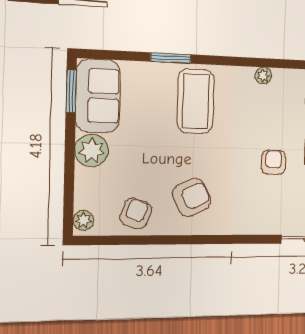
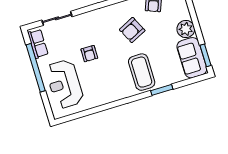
plant: (263, 75) -> (110, 98), removed
armchair: (192, 197) -> (132, 30), moved

